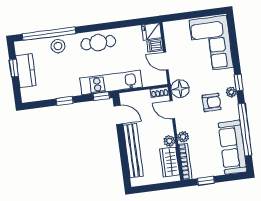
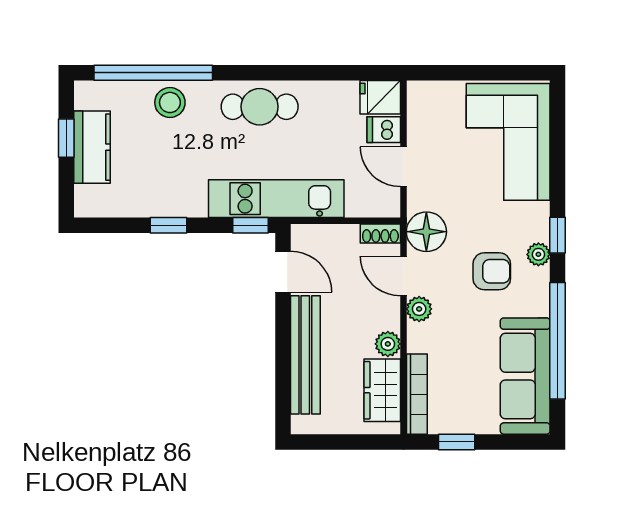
plant: (183, 137) -> (419, 309), moved

